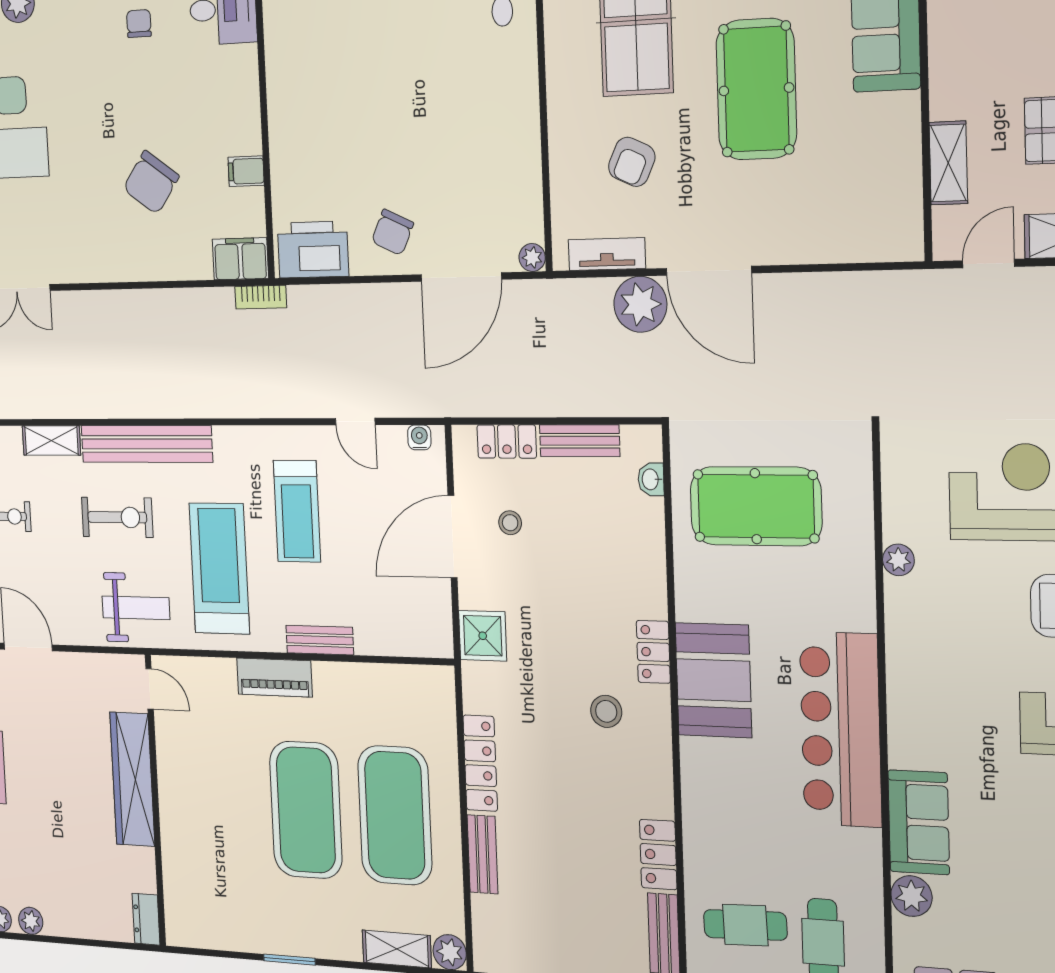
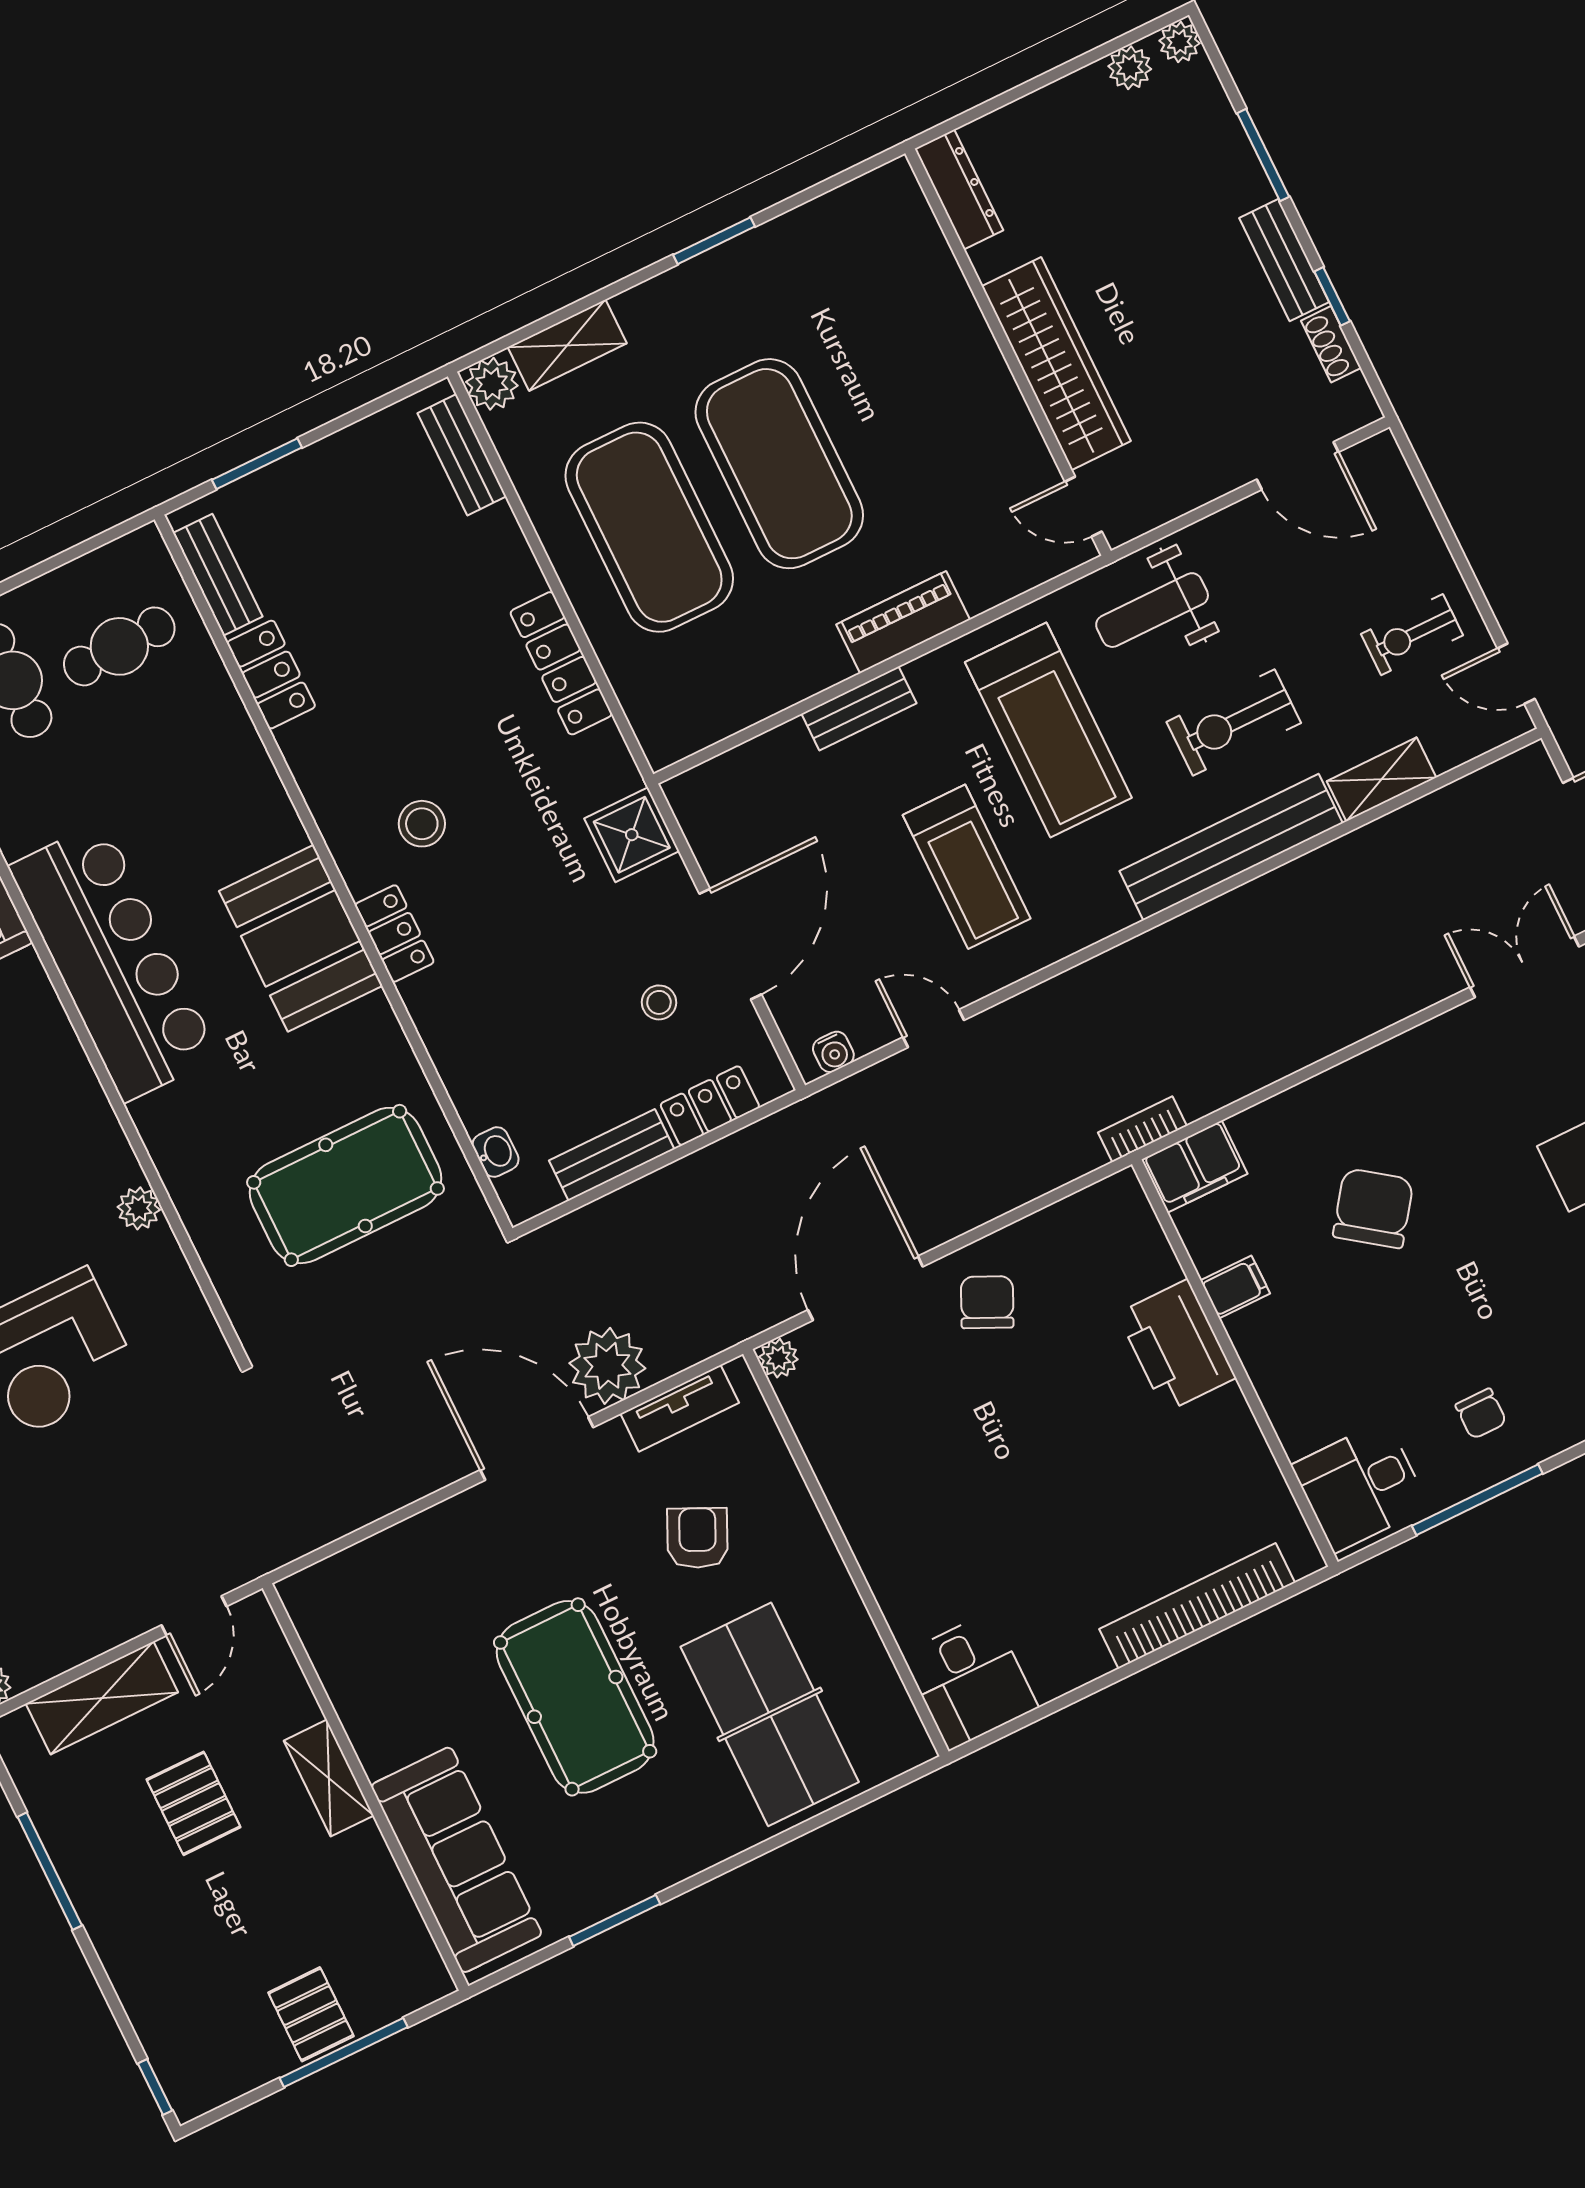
shelving: (948, 163) -> (329, 1778), moved
printer: (313, 250) -> (1176, 1346), moved, turned 90
treadmill: (297, 511) -> (967, 867), turned 180
bench: (482, 854) -> (462, 455), moved
dresser: (146, 919) -> (959, 189), width x1.44

